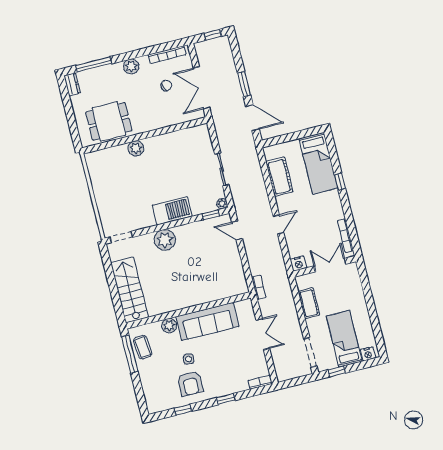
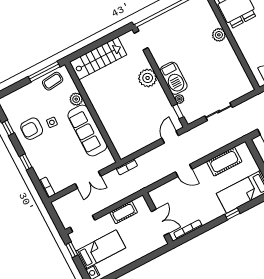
plant: (222, 204) -> (179, 99), moved
nightstand: (299, 264) -> (155, 196), removed

